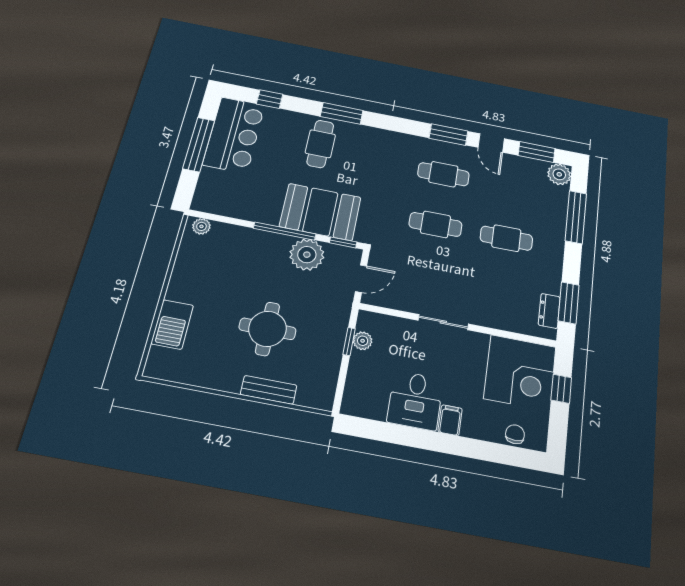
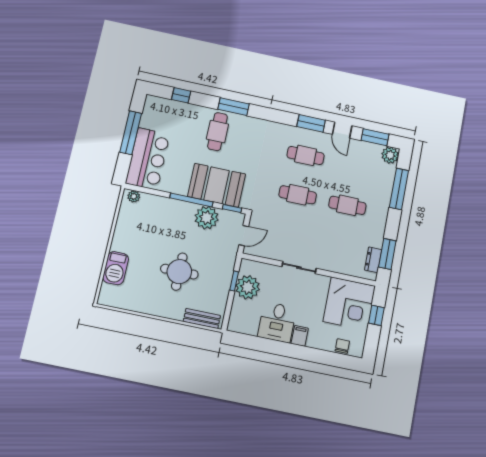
bar counter: (234, 135) -> (148, 159), moved
plant: (363, 341) -> (248, 287), width x1.88, depth x1.88
bench: (269, 390) -> (202, 319), moved

